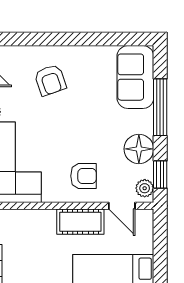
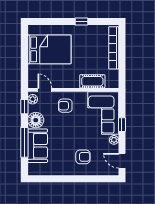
sofa: (135, 77) -> (38, 146), moved
armchair: (50, 80) -> (83, 157), turned 109
cot: (80, 222) -> (92, 81), moved

